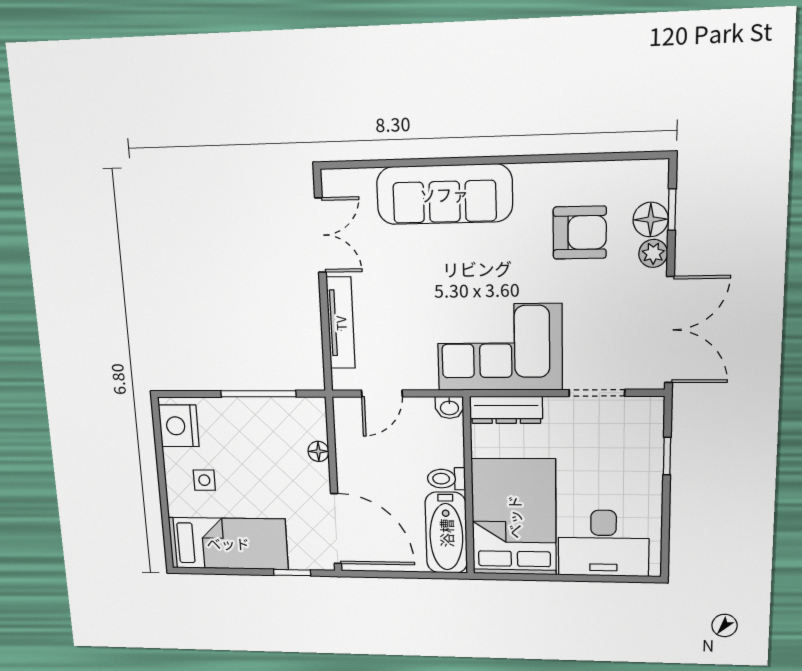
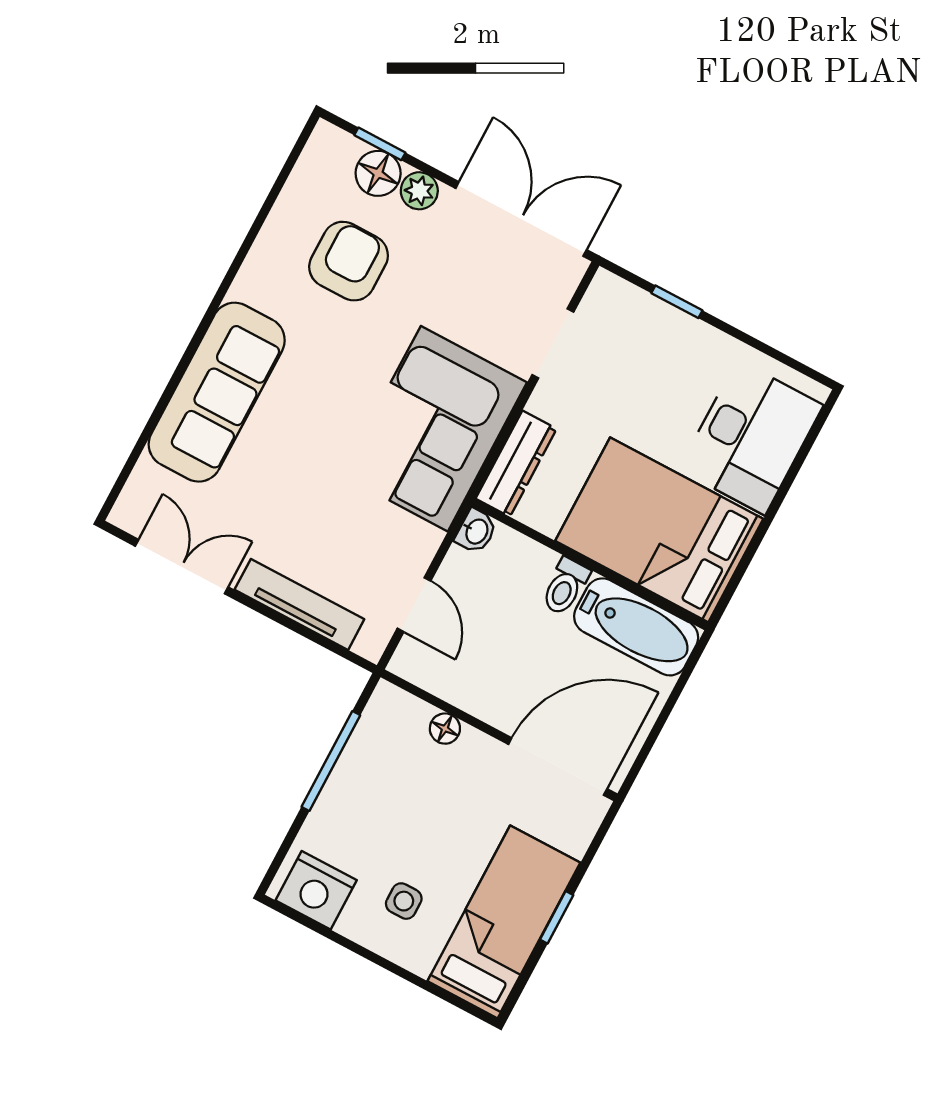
window: (292, 573) -> (557, 917), moved

